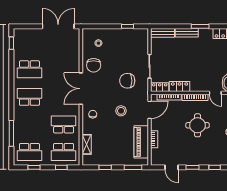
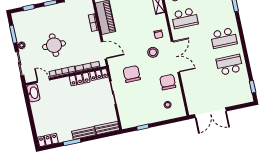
chair: (127, 81) -> (132, 74), turned -90
door: (150, 110) -> (104, 50), swing flipped
stool: (121, 111) -> (153, 52), moved

